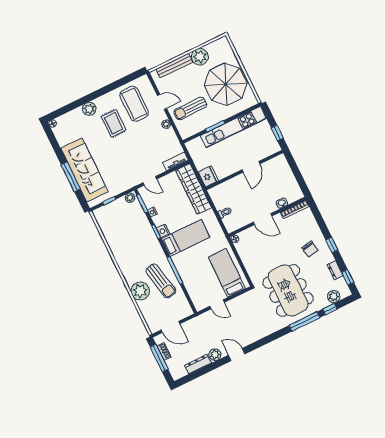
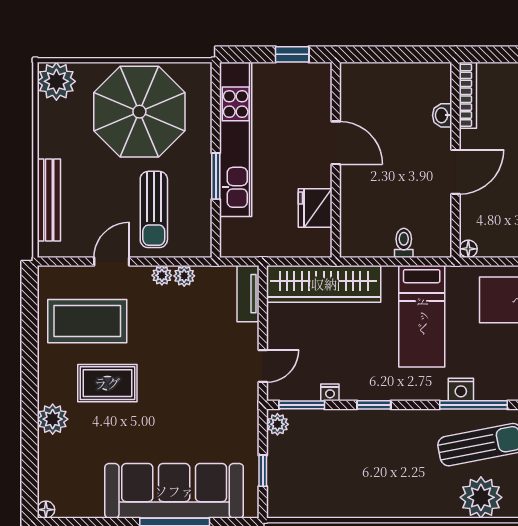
plant: (200, 57) -> (56, 81), moved
plant: (170, 133) -> (184, 276), added
fridge: (208, 176) -> (315, 208), moved, turned -90
nightstand: (163, 231) -> (461, 390), moved
bed: (186, 238) -> (422, 316), moved, turned 180

